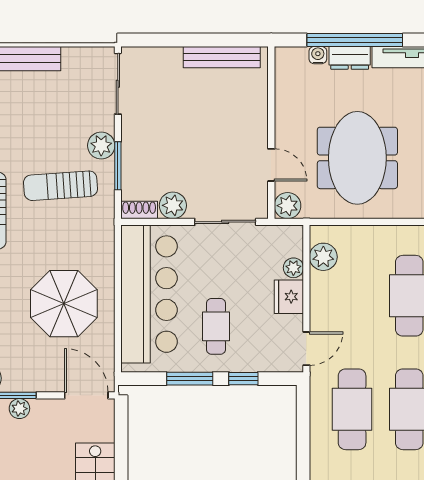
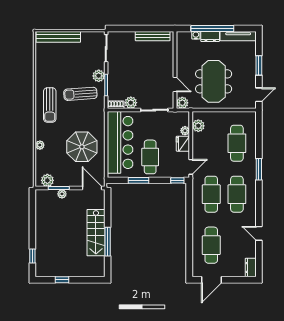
cafe table: (216, 326) -> (150, 157), width x1.37, depth x1.35
window: (243, 379) -> (177, 180), moved

